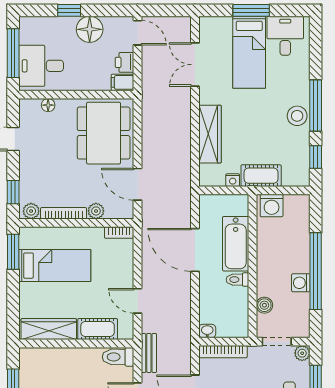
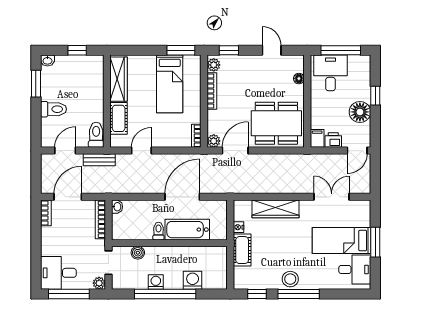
washing machine: (272, 205) -> (193, 280), moved, turned 90
plant: (96, 211) -> (214, 141), moved

